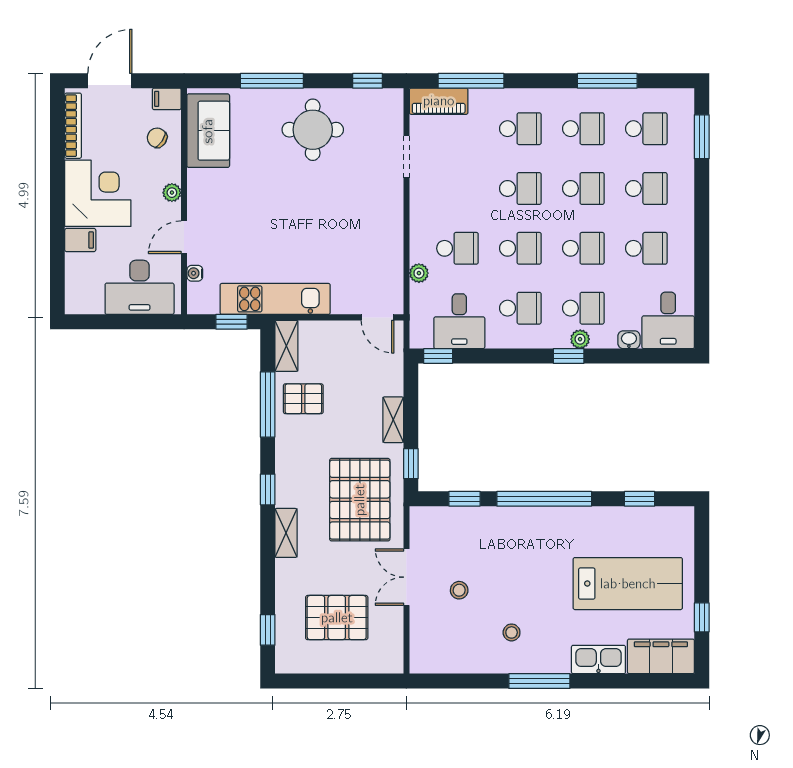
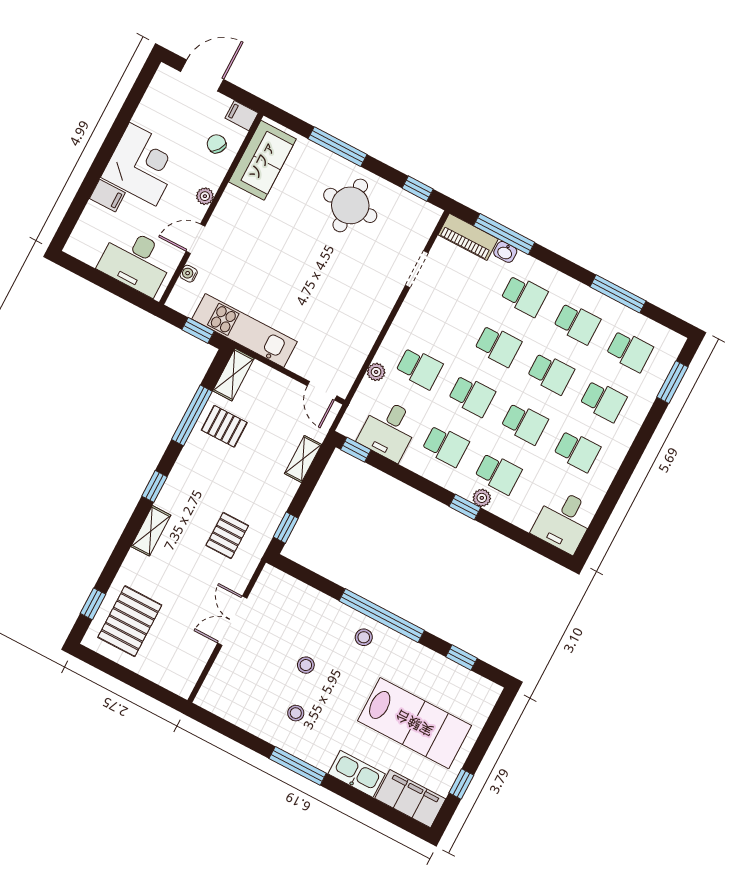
bookcase: (73, 126) -> (152, 97), removed
washbasin: (629, 340) -> (505, 252), moved, turned 180
shelving: (393, 420) -> (303, 459), moved
window: (465, 499) -> (315, 581), removed
pallet: (360, 500) -> (227, 535), width x0.49, depth x0.50
stool: (538, 528) -> (364, 637), added
stool: (459, 590) -> (306, 665), moved
pallet: (337, 618) -> (130, 621), moved, turned 90

